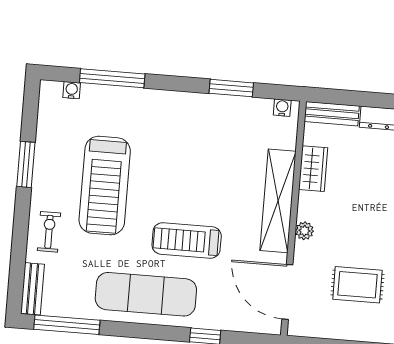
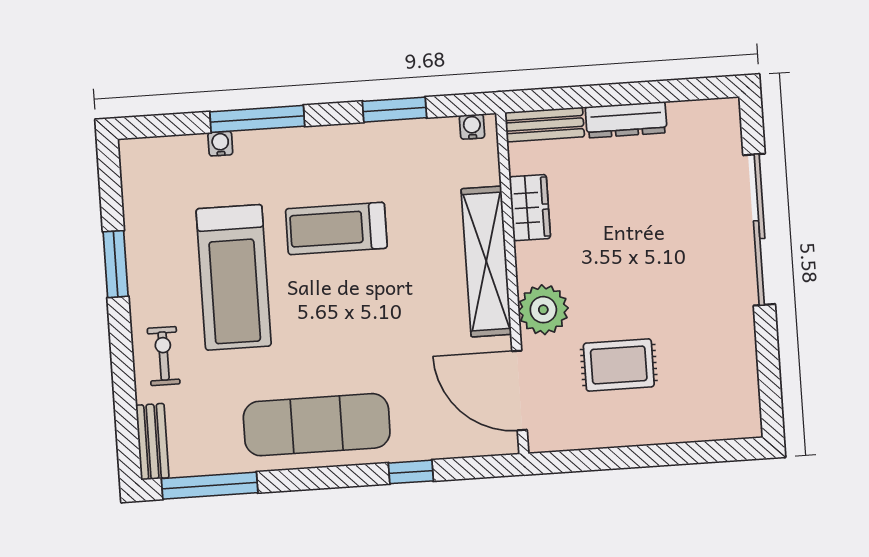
window: (112, 78) -> (257, 119), moved
water cooler: (72, 90) -> (220, 144), moved
plant: (304, 231) -> (543, 310), width x1.88, depth x1.88
treadmill: (187, 240) -> (336, 228), moved

